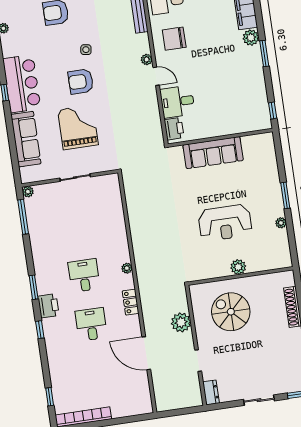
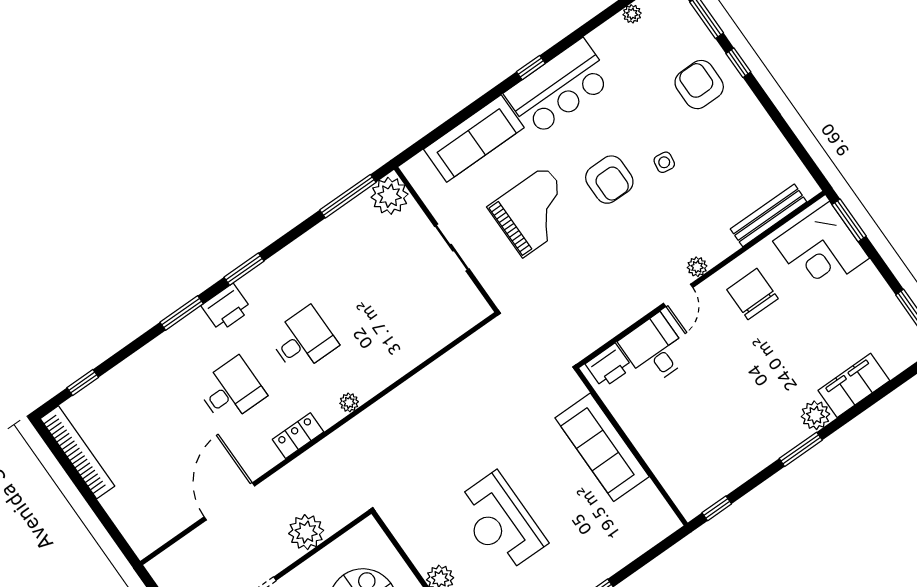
armchair: (81, 81) -> (609, 180), turned 180
plant: (28, 192) -> (390, 196), width x1.87, depth x1.87
window: (40, 330) -> (182, 313), width x1.50

